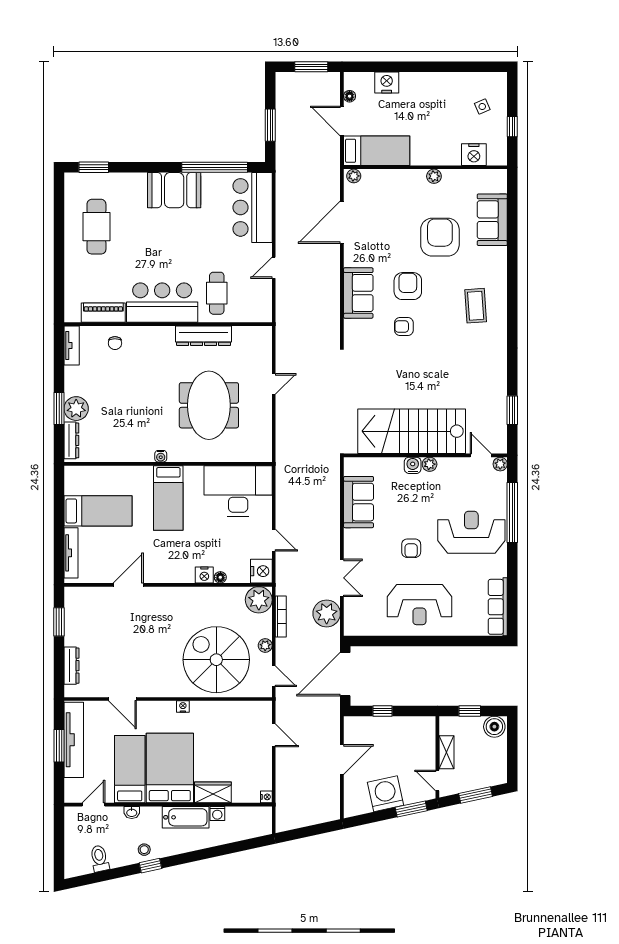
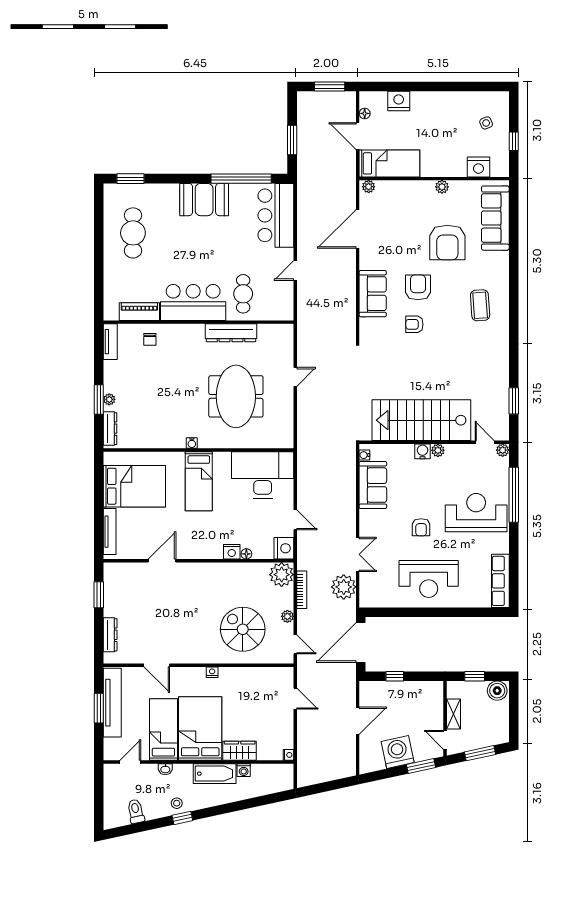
sofa: (492, 220) -> (495, 218), width x1.36
armchair: (440, 237) -> (447, 243), turned 180
plant: (76, 409) -> (109, 399), width x0.53, depth x0.53
water cooler: (349, 469) -> (364, 455), added
bed: (98, 511) -> (134, 486), width x1.50
spiral stairs: (216, 660) -> (243, 629), width x0.73, depth x0.73

